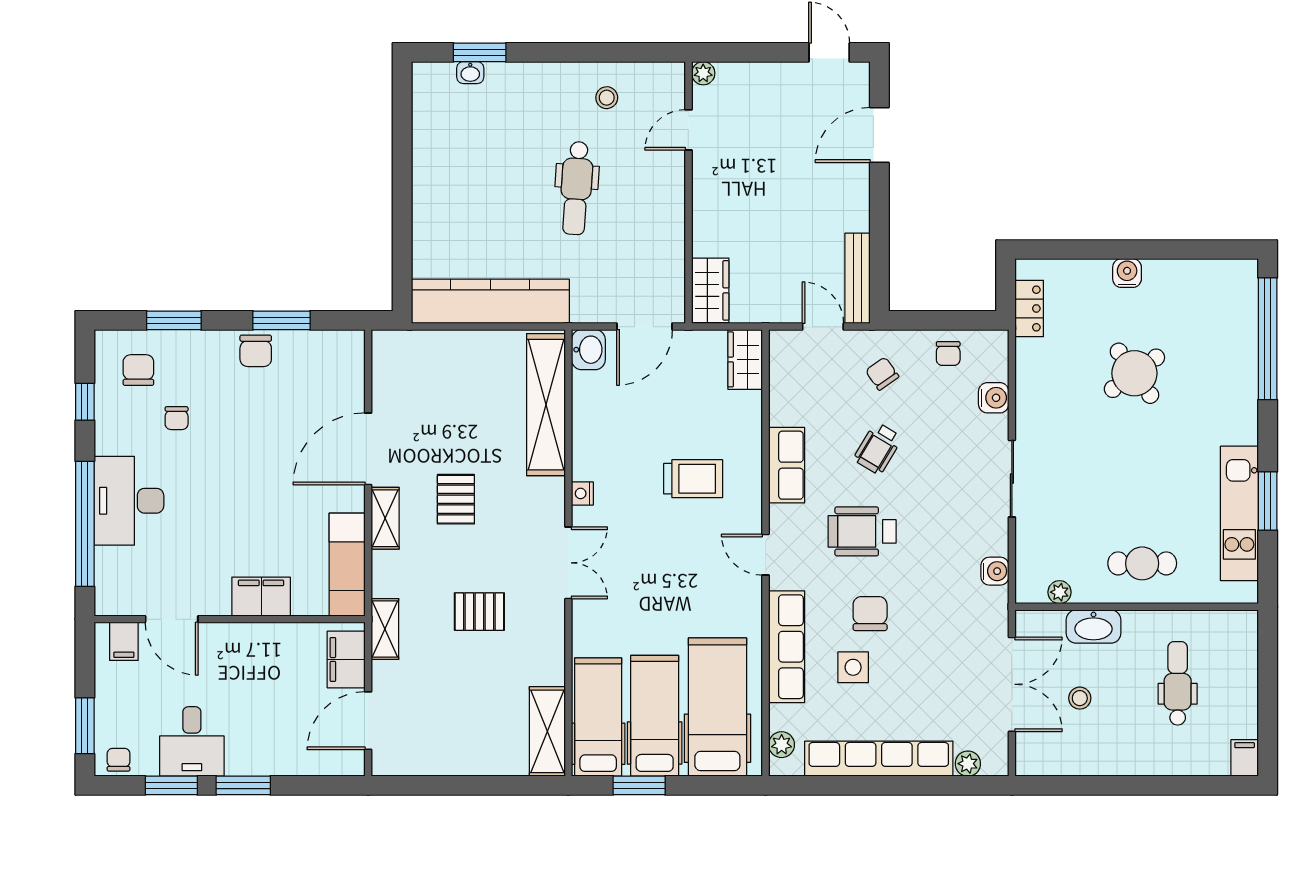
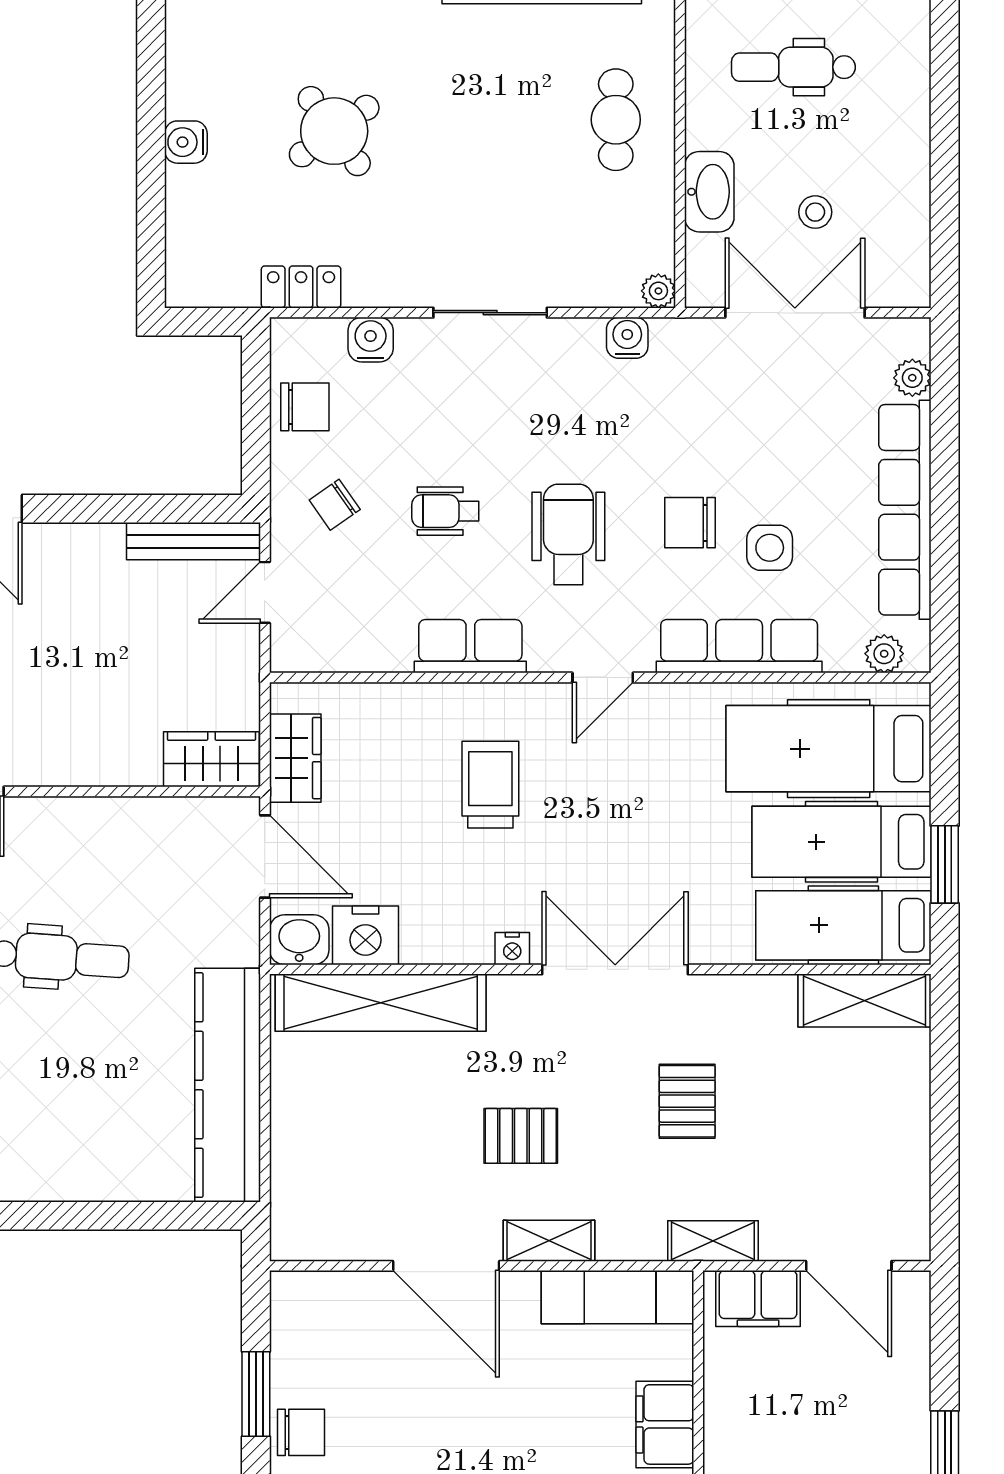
locker: (1029, 308) -> (301, 287), moved
chair: (948, 354) -> (305, 407), width x1.37, depth x1.37
wardrobe: (745, 359) -> (295, 758), moved, turned -90
nightstand: (591, 394) -> (365, 935), added
wheelchair: (878, 448) -> (445, 511), turned 149
wheelchair: (862, 531) -> (568, 534), turned 180
double door: (568, 563) -> (615, 969), width x1.37
plant: (1060, 592) -> (658, 291), moved

